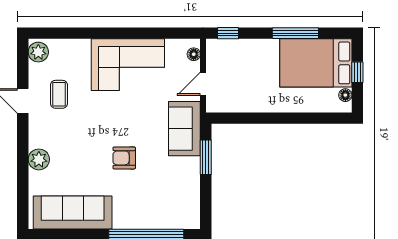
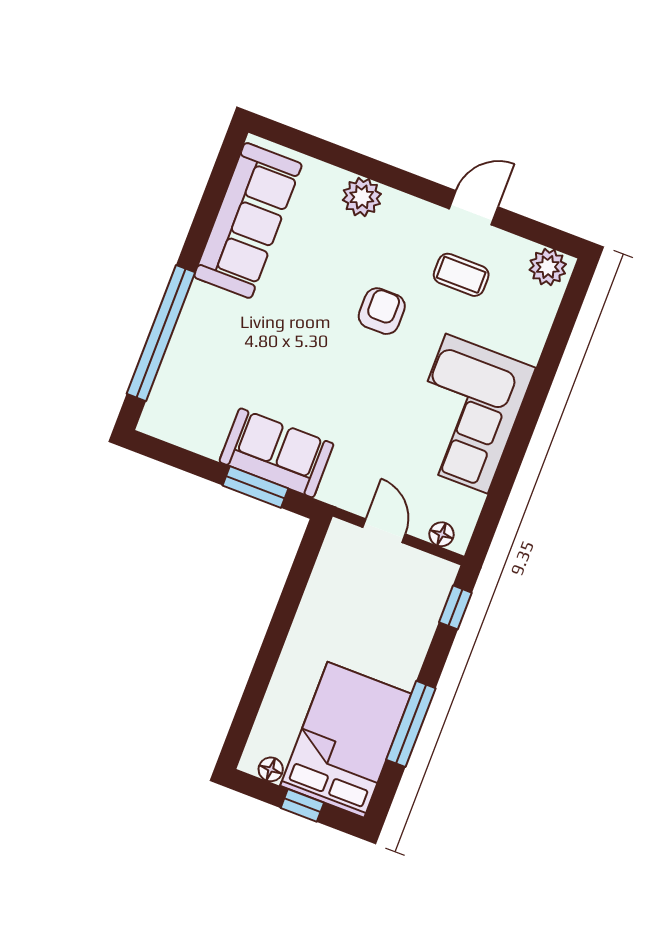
sofa: (184, 129) -> (276, 453), moved
armchair: (124, 158) -> (382, 311), moved

